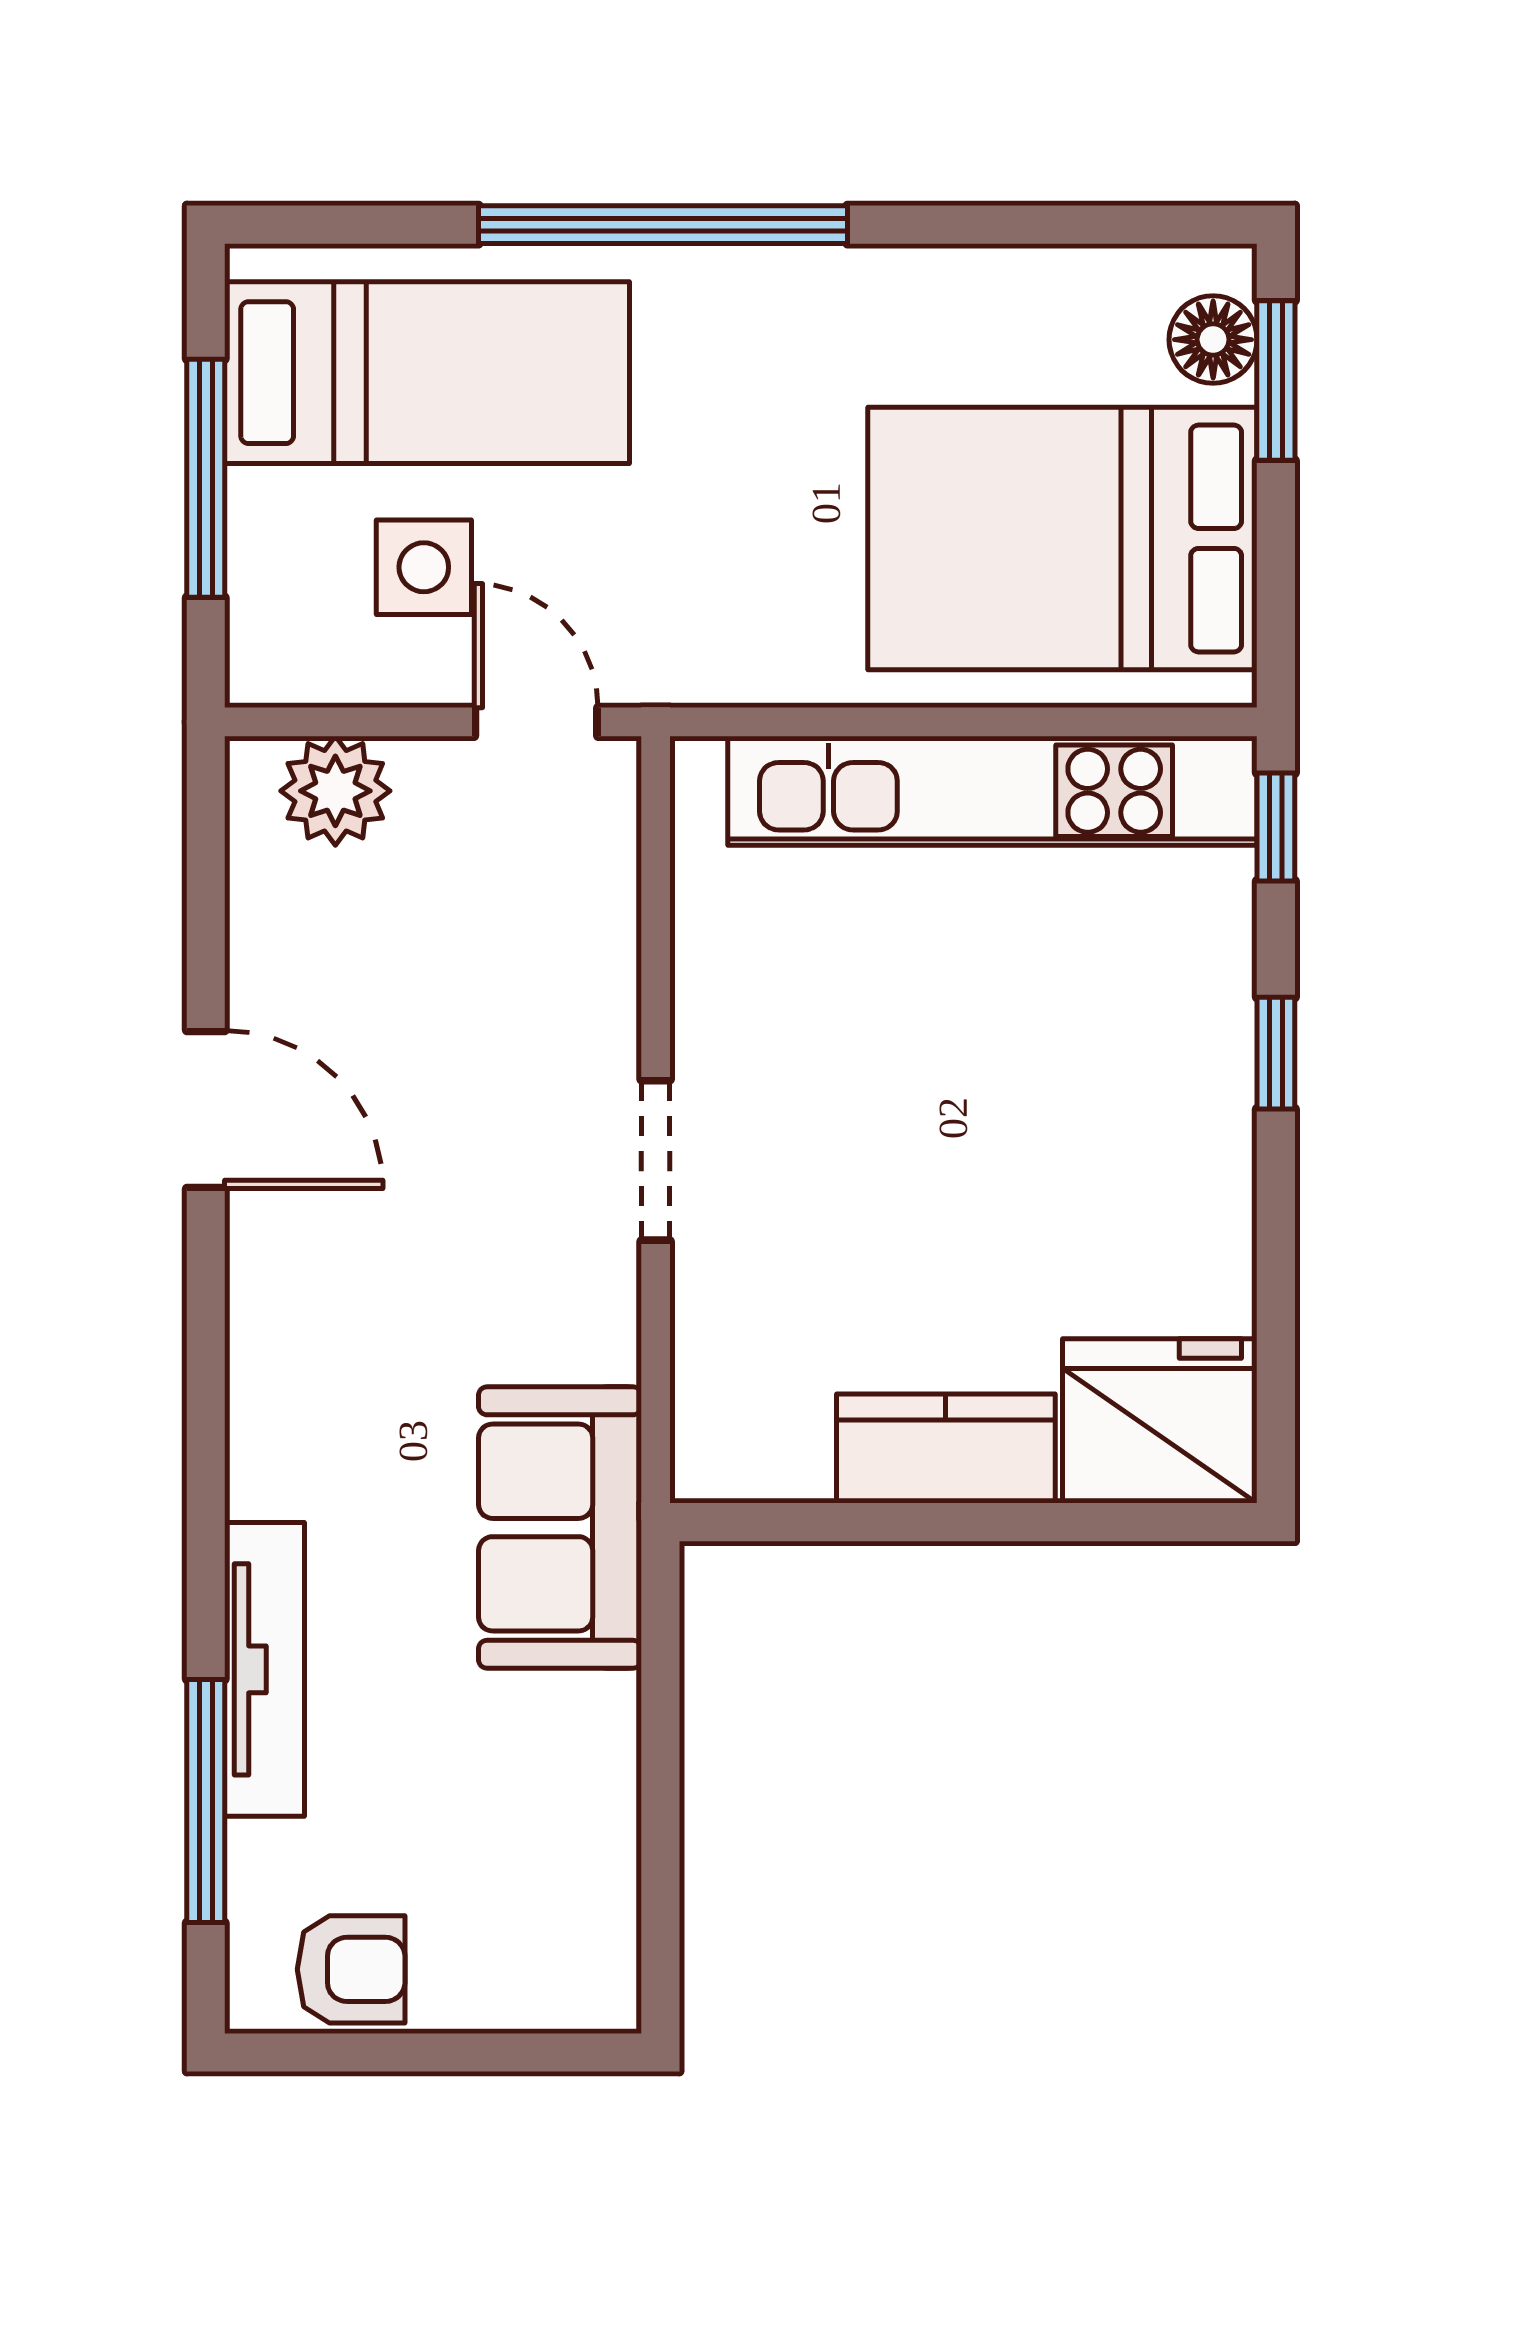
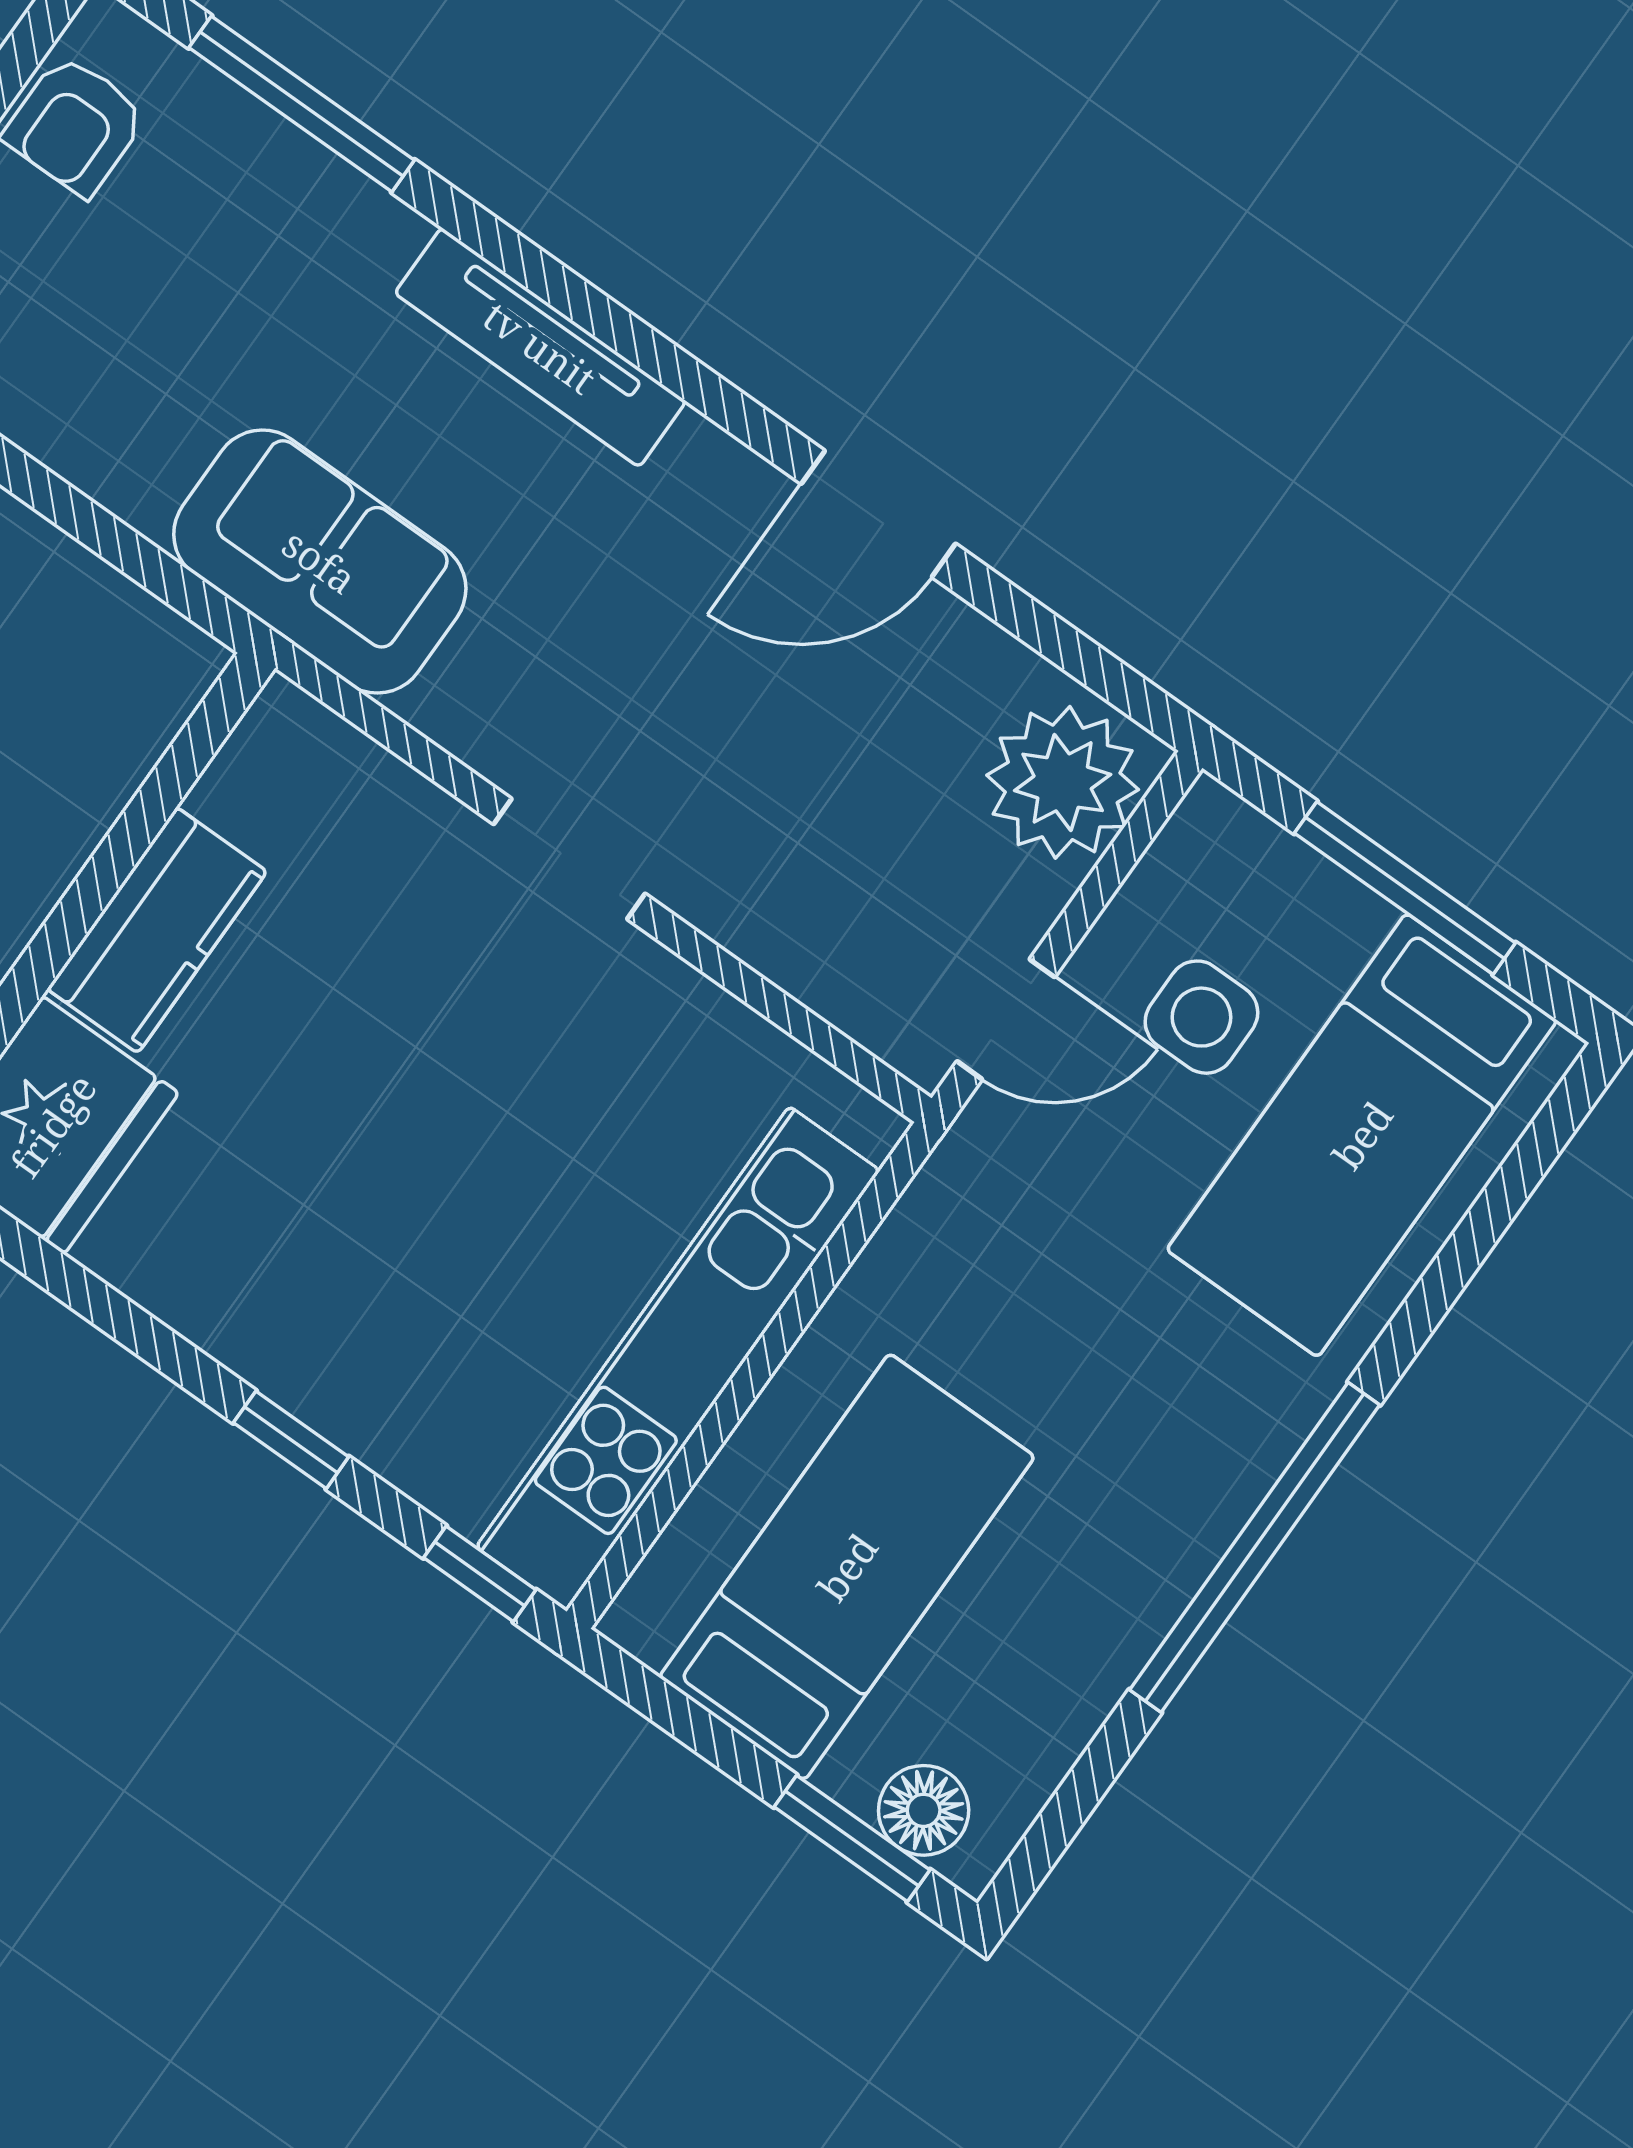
window: (663, 225) -> (1255, 1547), moved
bed: (1062, 538) -> (847, 1567), width x0.67
plant: (335, 791) -> (1063, 782), width x1.36, depth x1.36
tv unit: (265, 1669) -> (540, 347), moved

